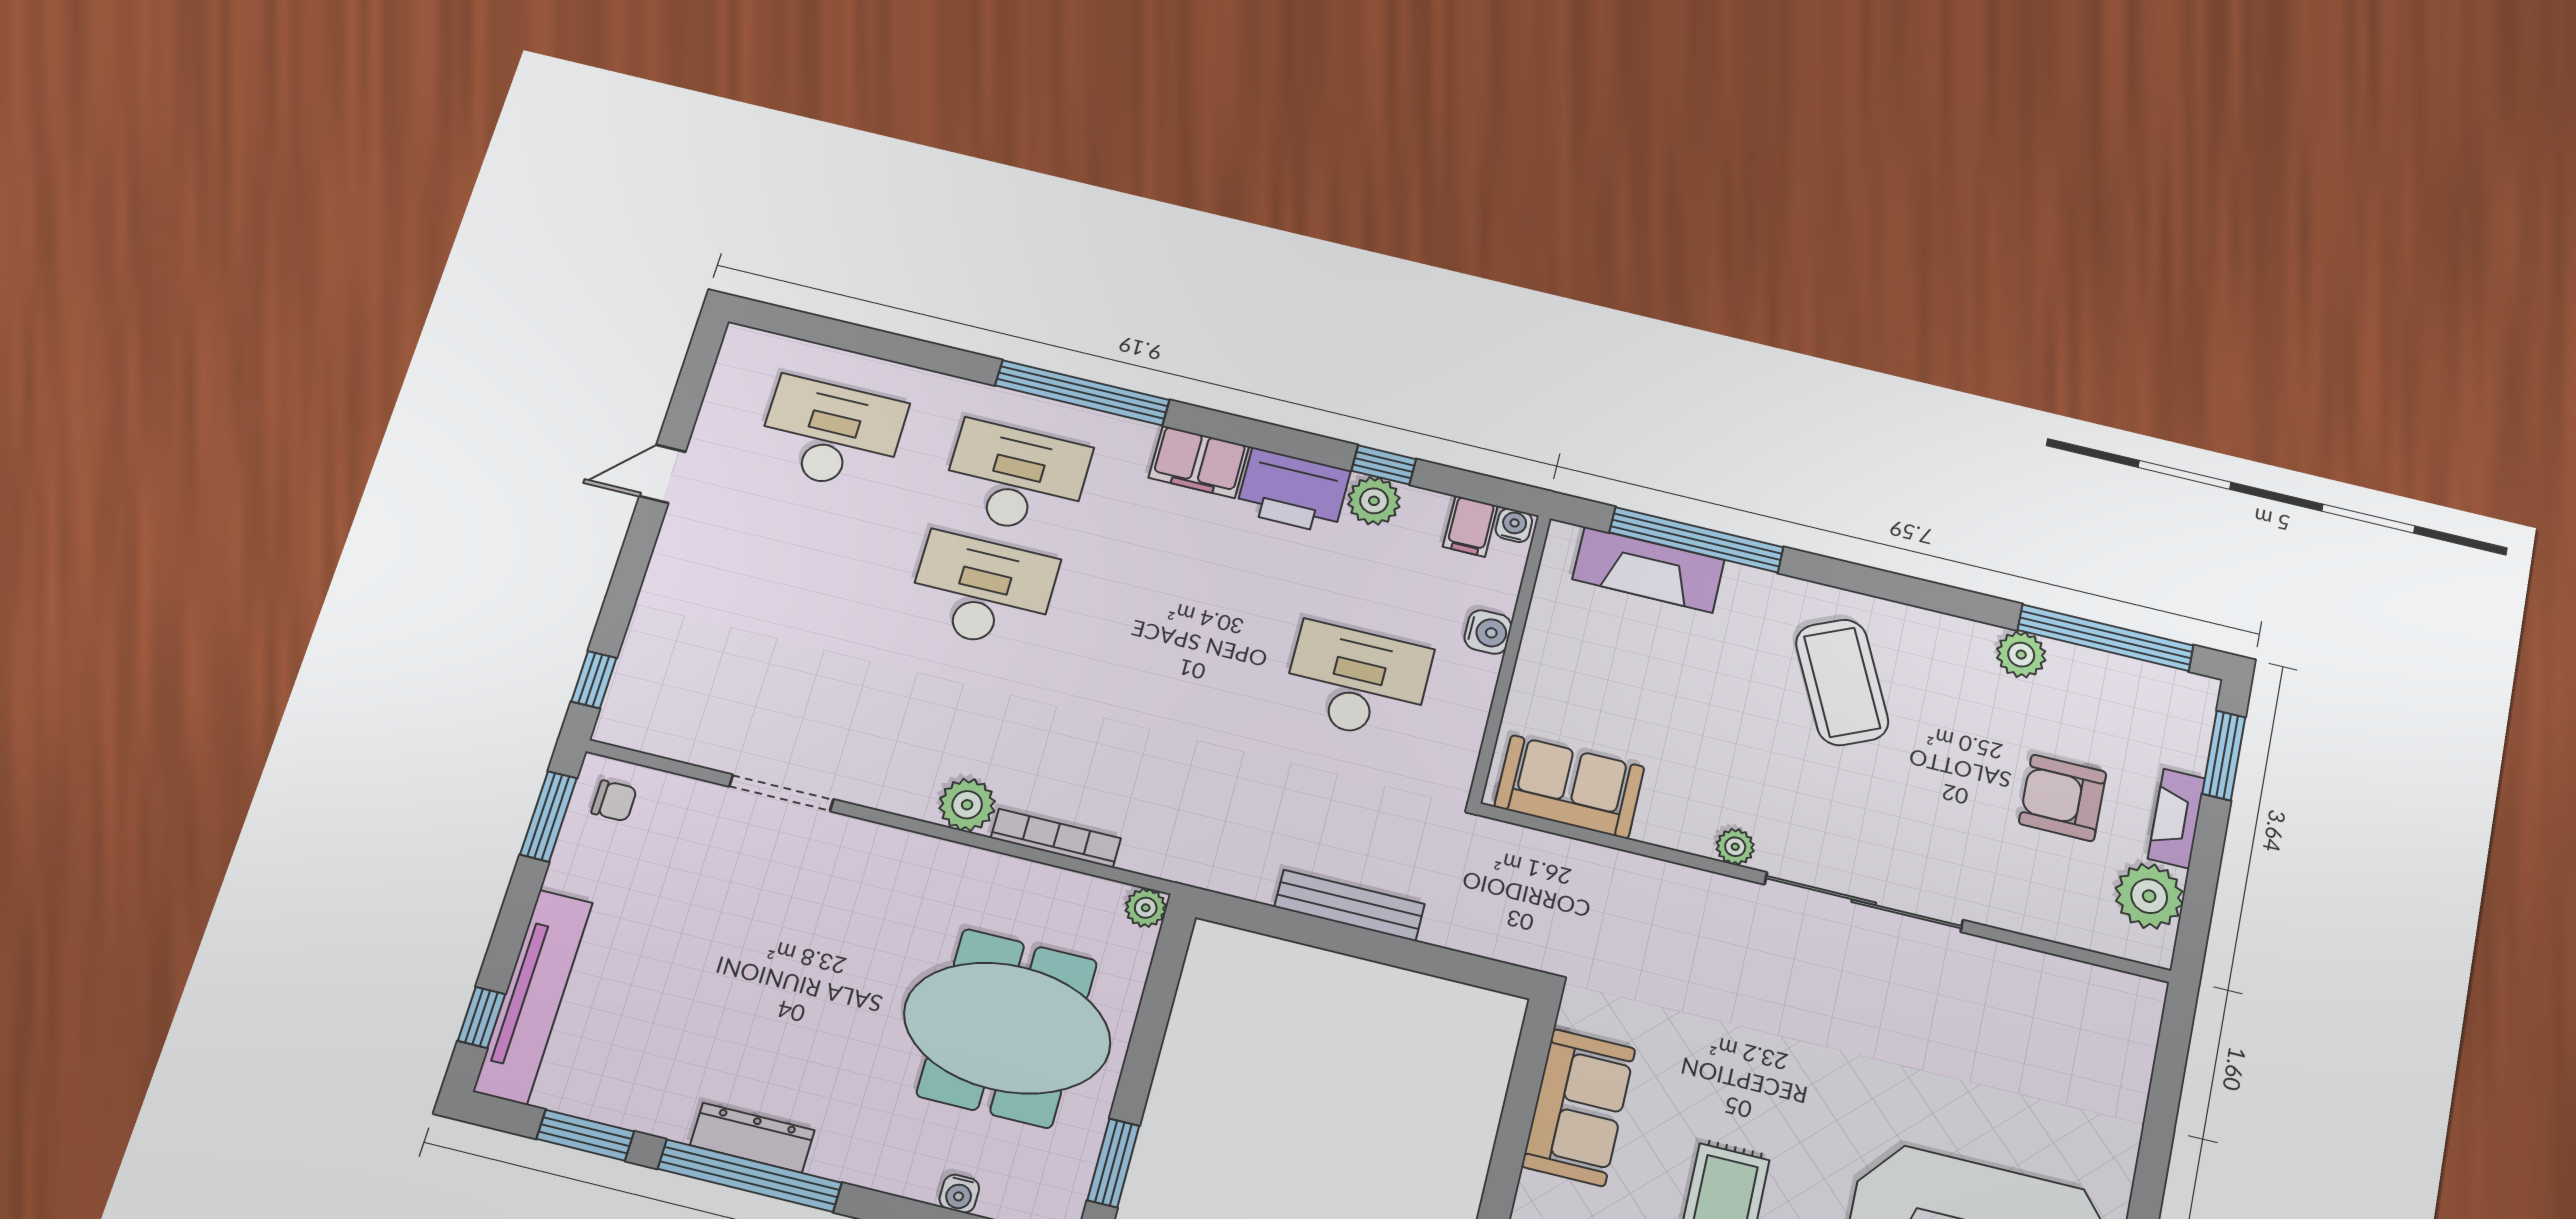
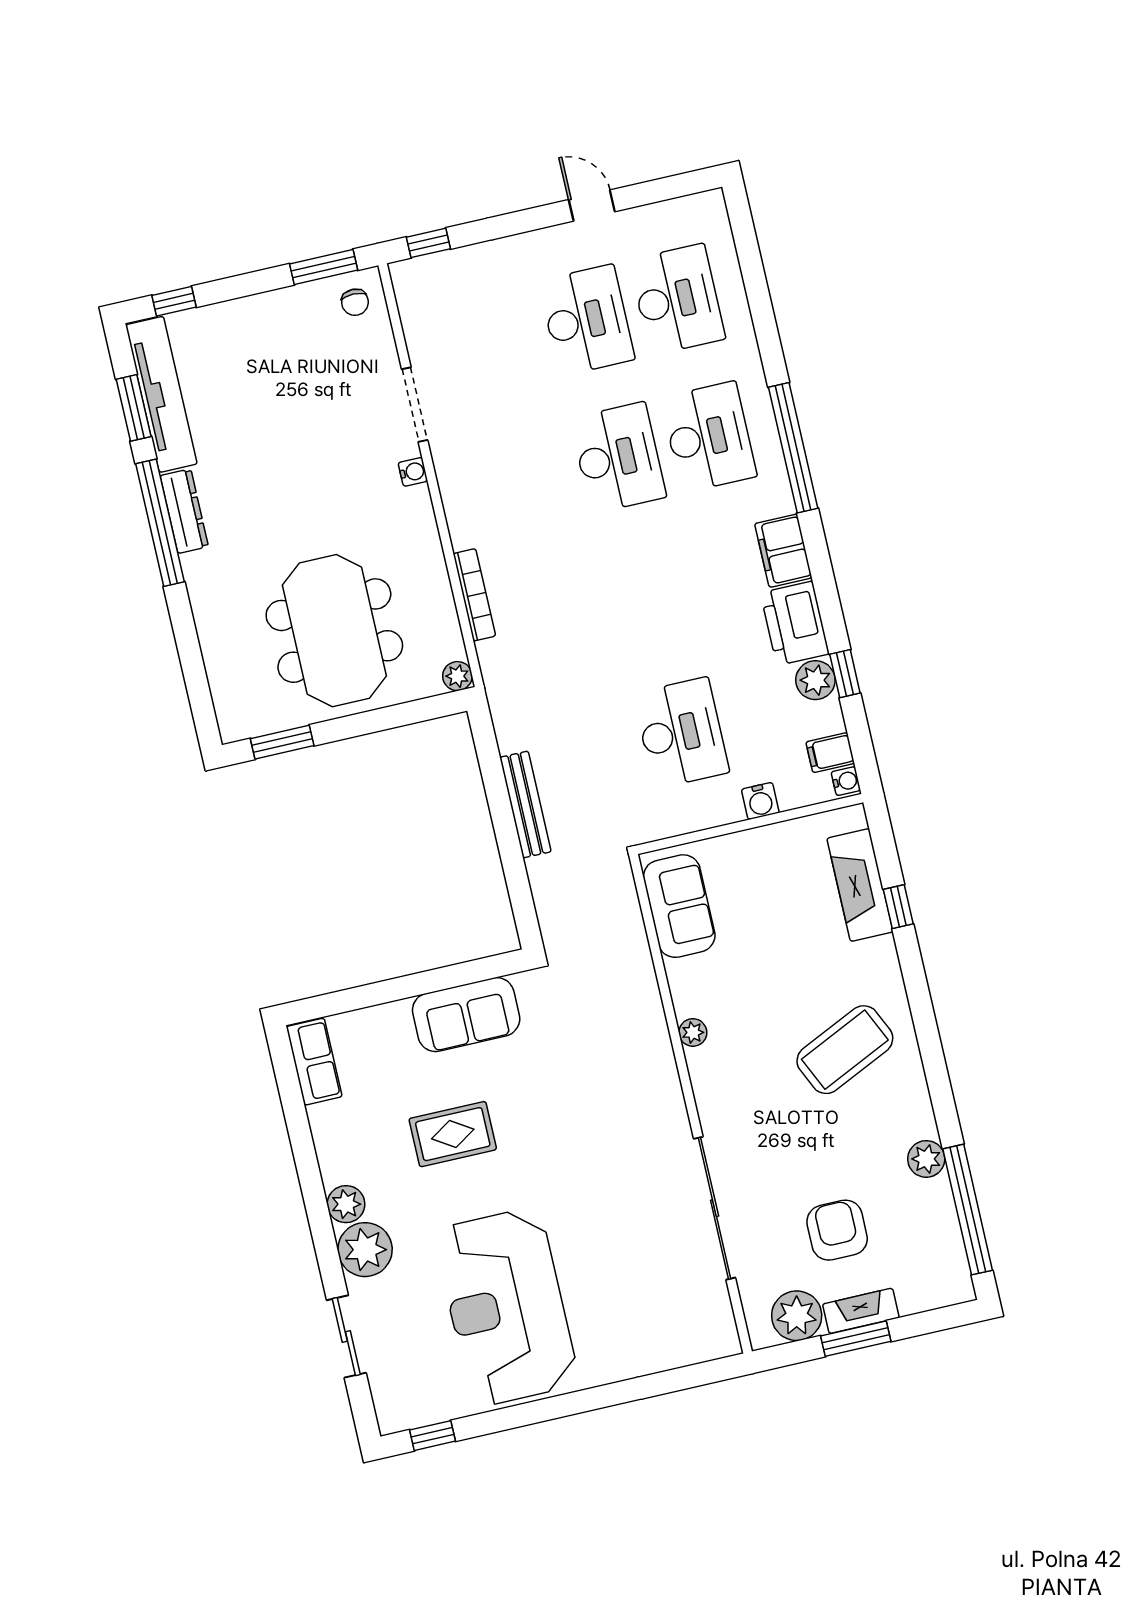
window: (1696, 540) -> (898, 907), width x0.32
desk: (796, 546) -> (587, 320), added
window: (2224, 755) -> (856, 1339), moved
plant: (967, 805) -> (468, 527), removed
sliding door: (1864, 902) -> (715, 1208), moved
tv unit: (533, 996) -> (161, 394), moved, turned -90
water cooler: (959, 1194) -> (413, 472), moved, turned 180

